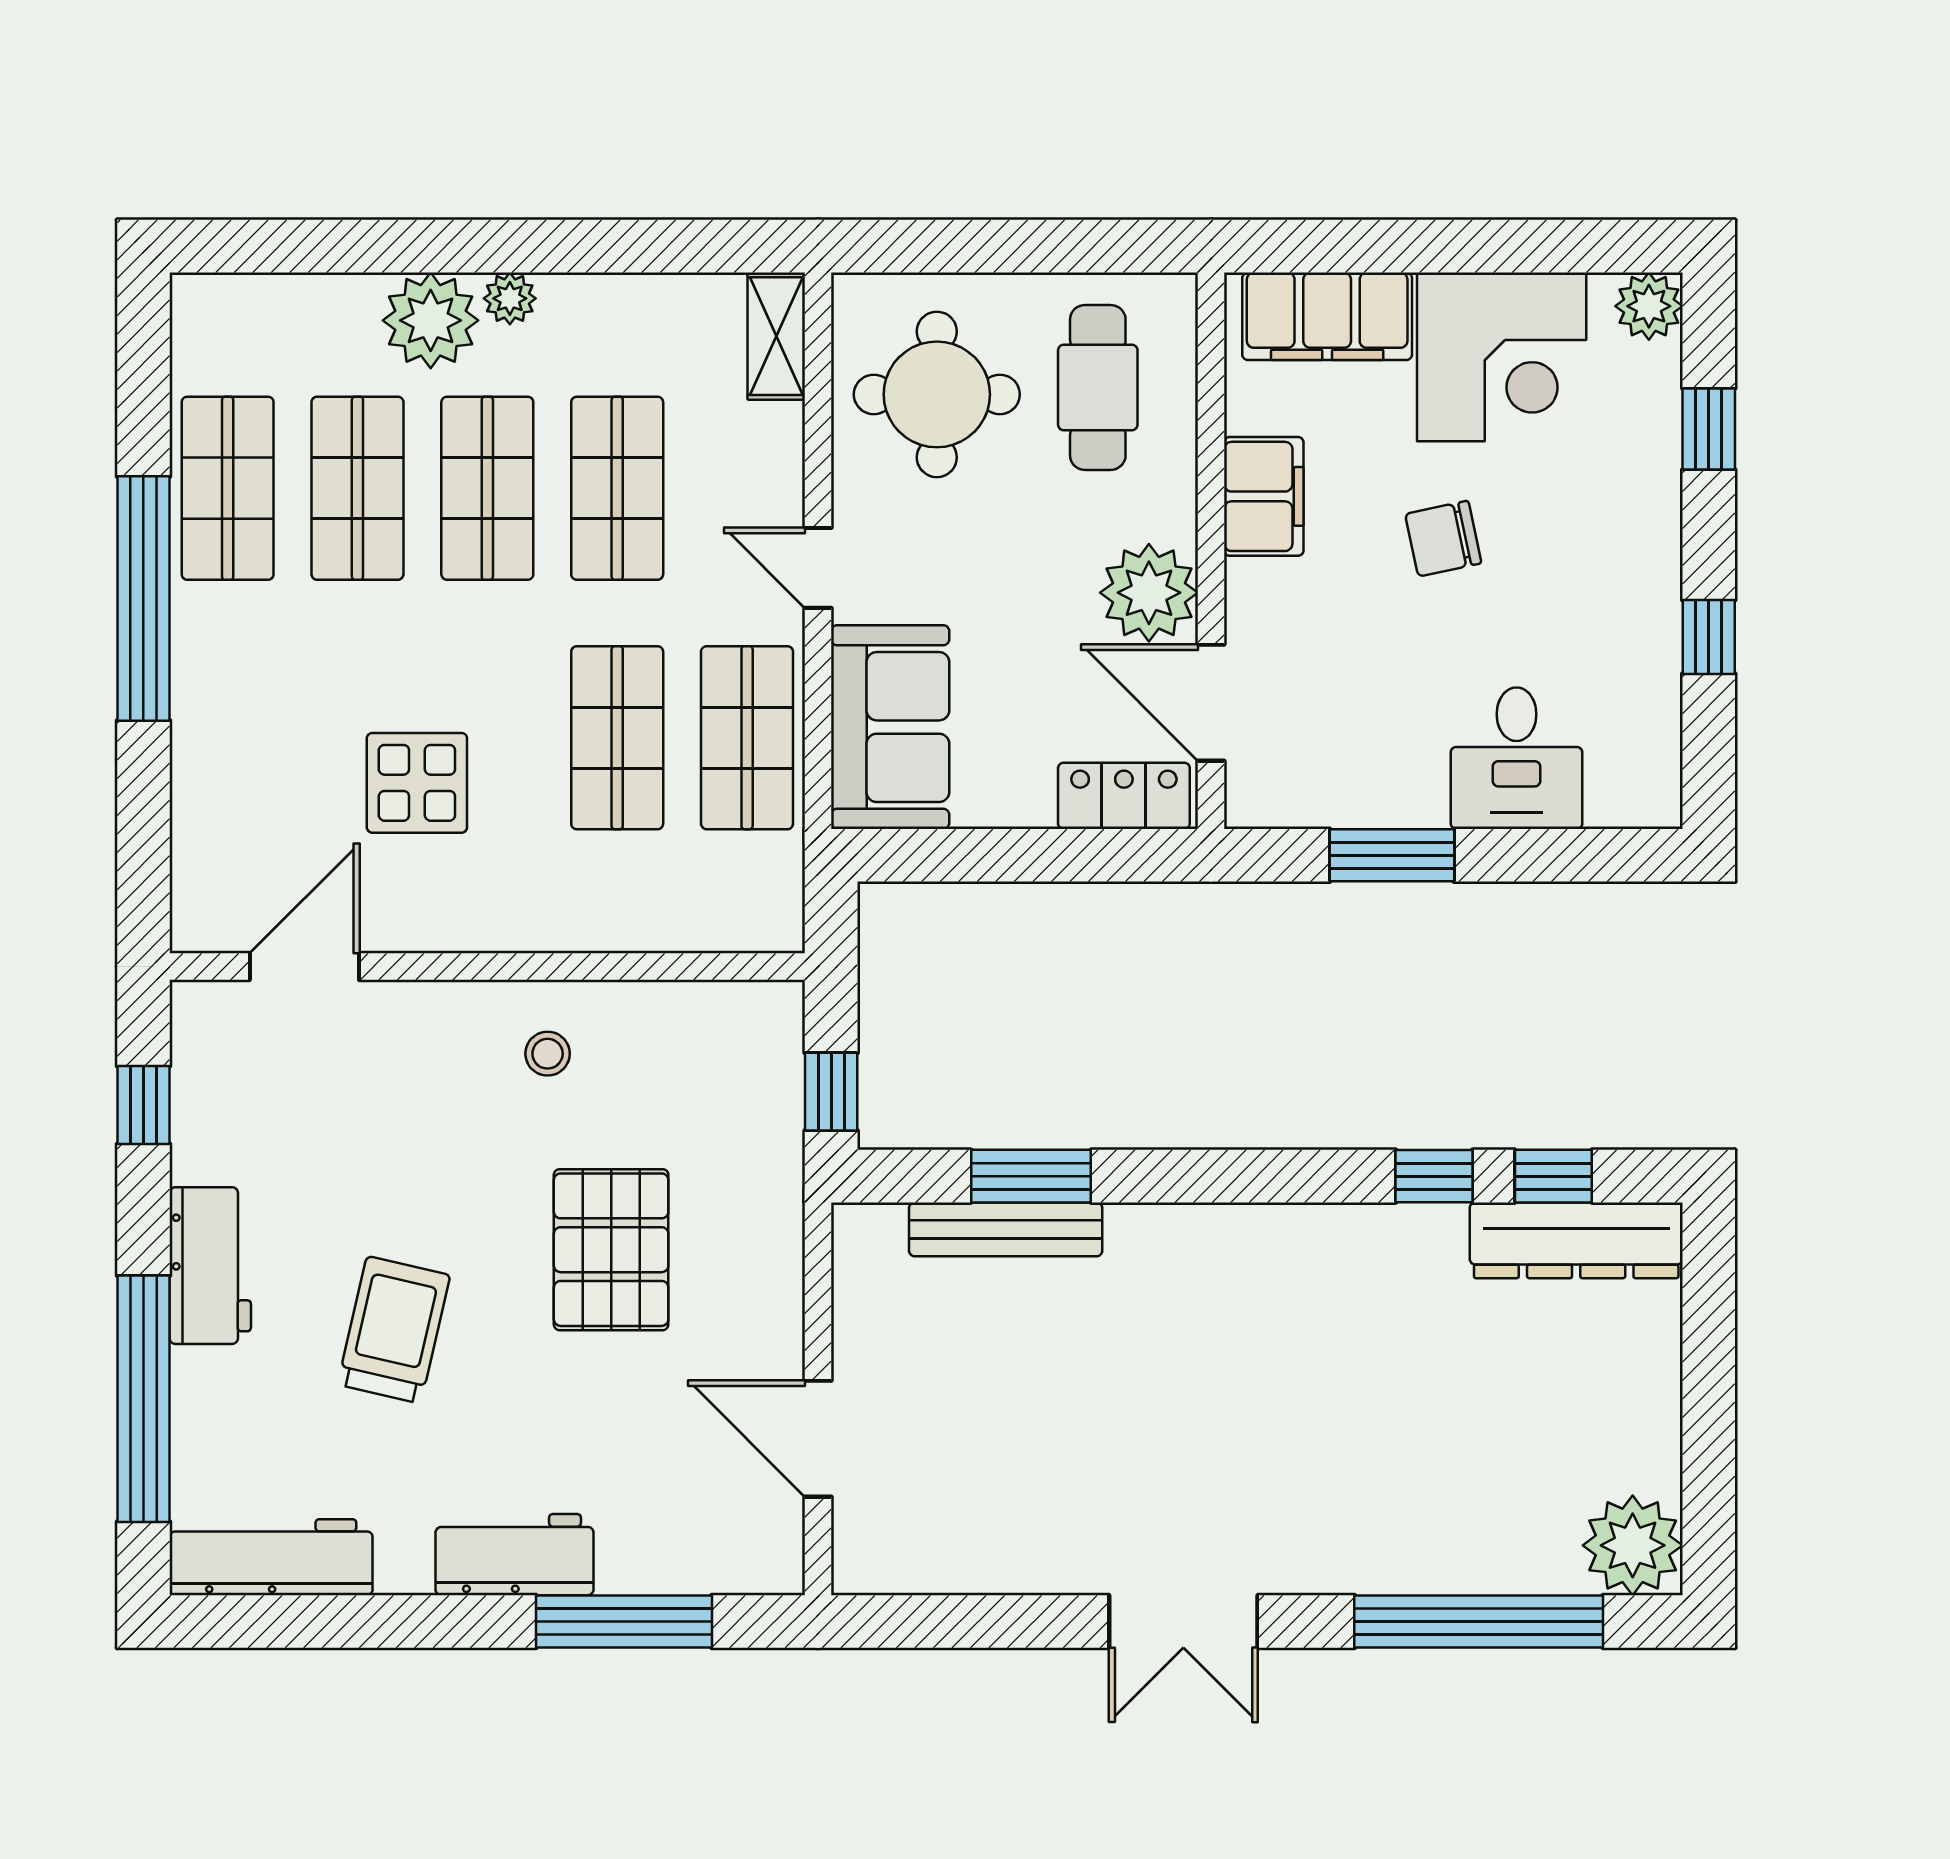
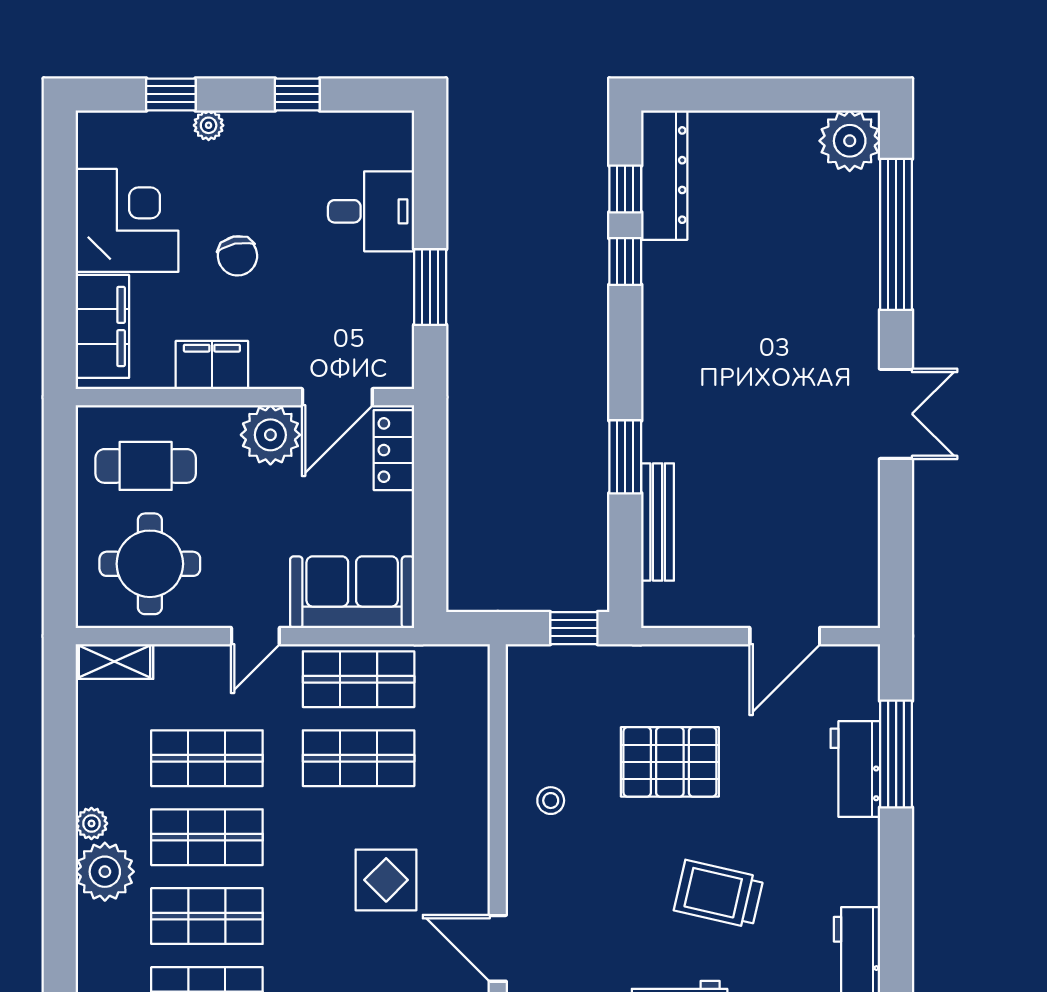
plant: (1649, 306) -> (209, 125), moved, width x0.73, depth x0.73
window: (1031, 1176) -> (625, 457), moved
workbench: (515, 1555) -> (855, 769), moved

